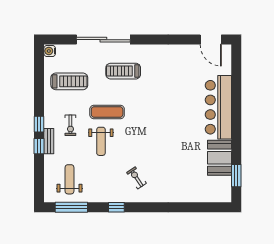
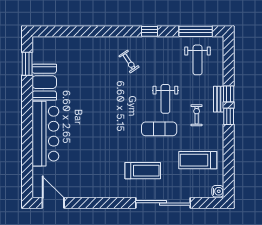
weight bench: (101, 141) -> (165, 99), turned 180

